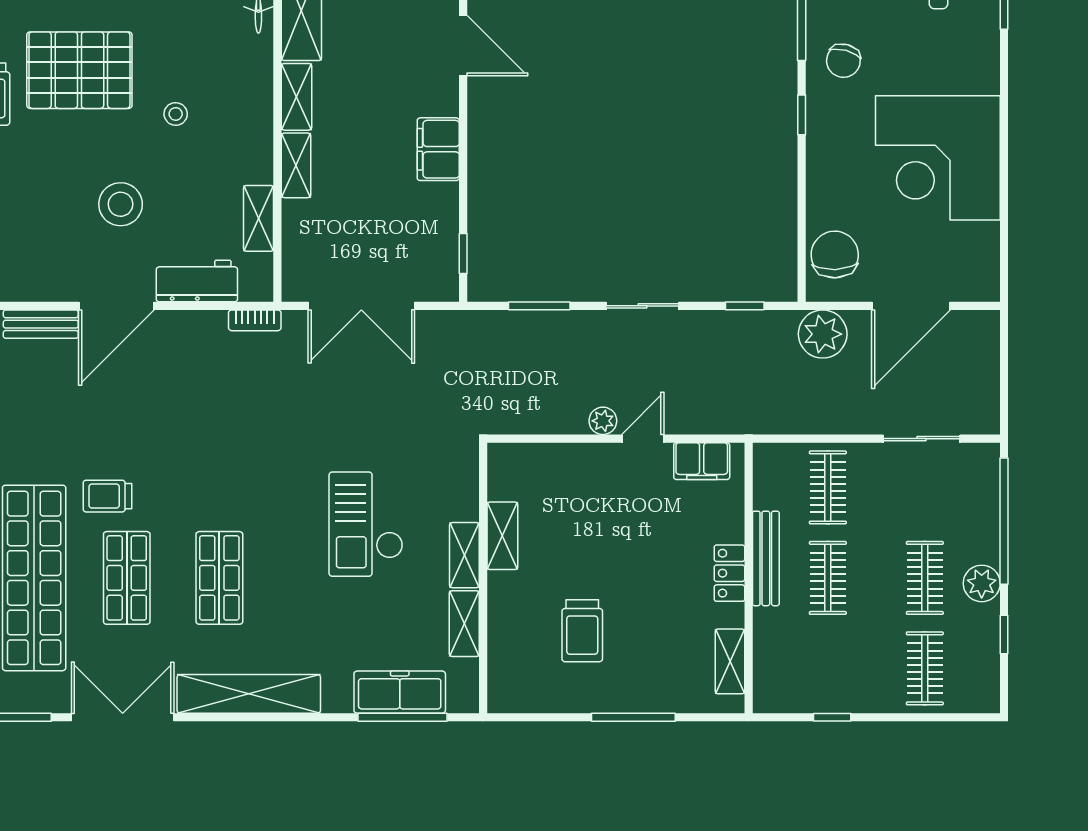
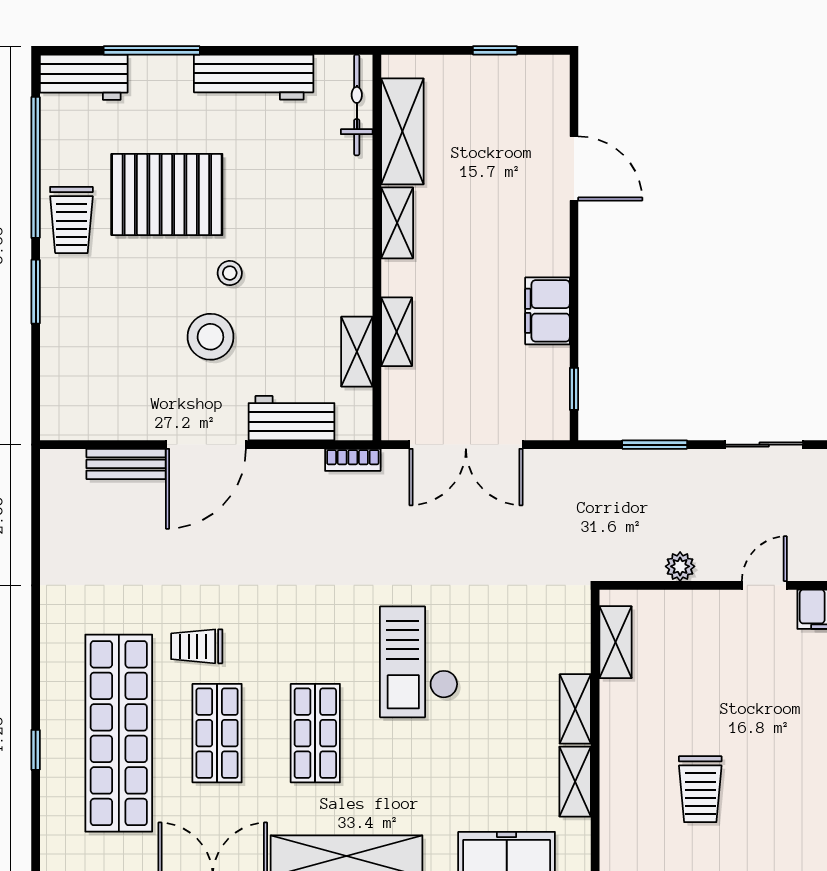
stool: (176, 114) -> (230, 273), moved
filing cabinet: (438, 149) -> (547, 311), moved
shelving: (296, 165) -> (397, 332), moved
plant: (603, 421) -> (680, 566), moved
checkout: (366, 524) -> (419, 662), moved
shelving: (502, 536) -> (616, 642), moved

